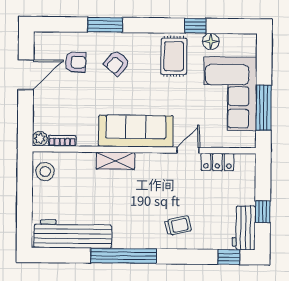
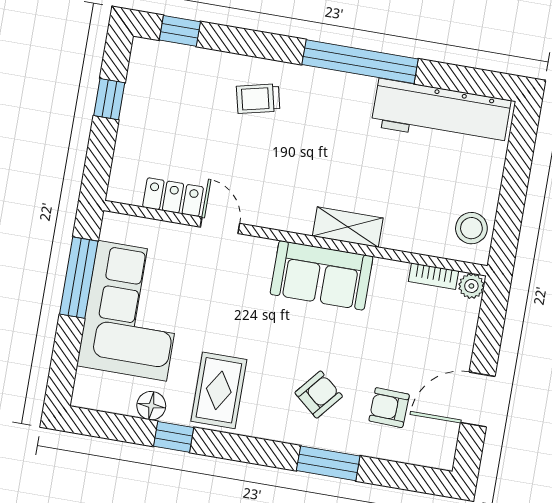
sofa: (136, 131) -> (322, 275), width x0.73
door: (188, 150) -> (220, 225), swing flipped
workbench: (244, 228) -> (146, 77), removed

